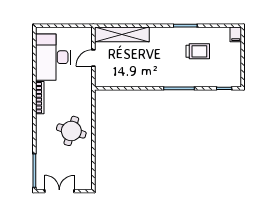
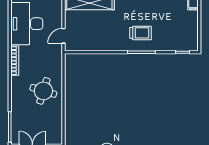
trolley: (198, 51) -> (141, 33), moved
door: (93, 58) -> (63, 36), moved

